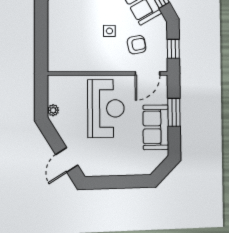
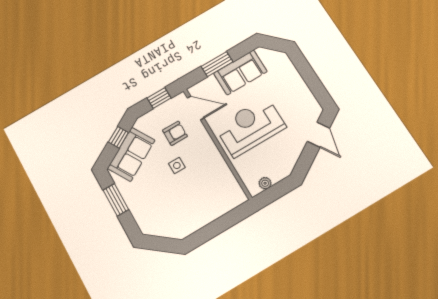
armchair: (137, 45) -> (175, 133), turned 101
plant: (53, 110) -> (265, 183), moved
door: (67, 160) -> (319, 135), hinge flipped

